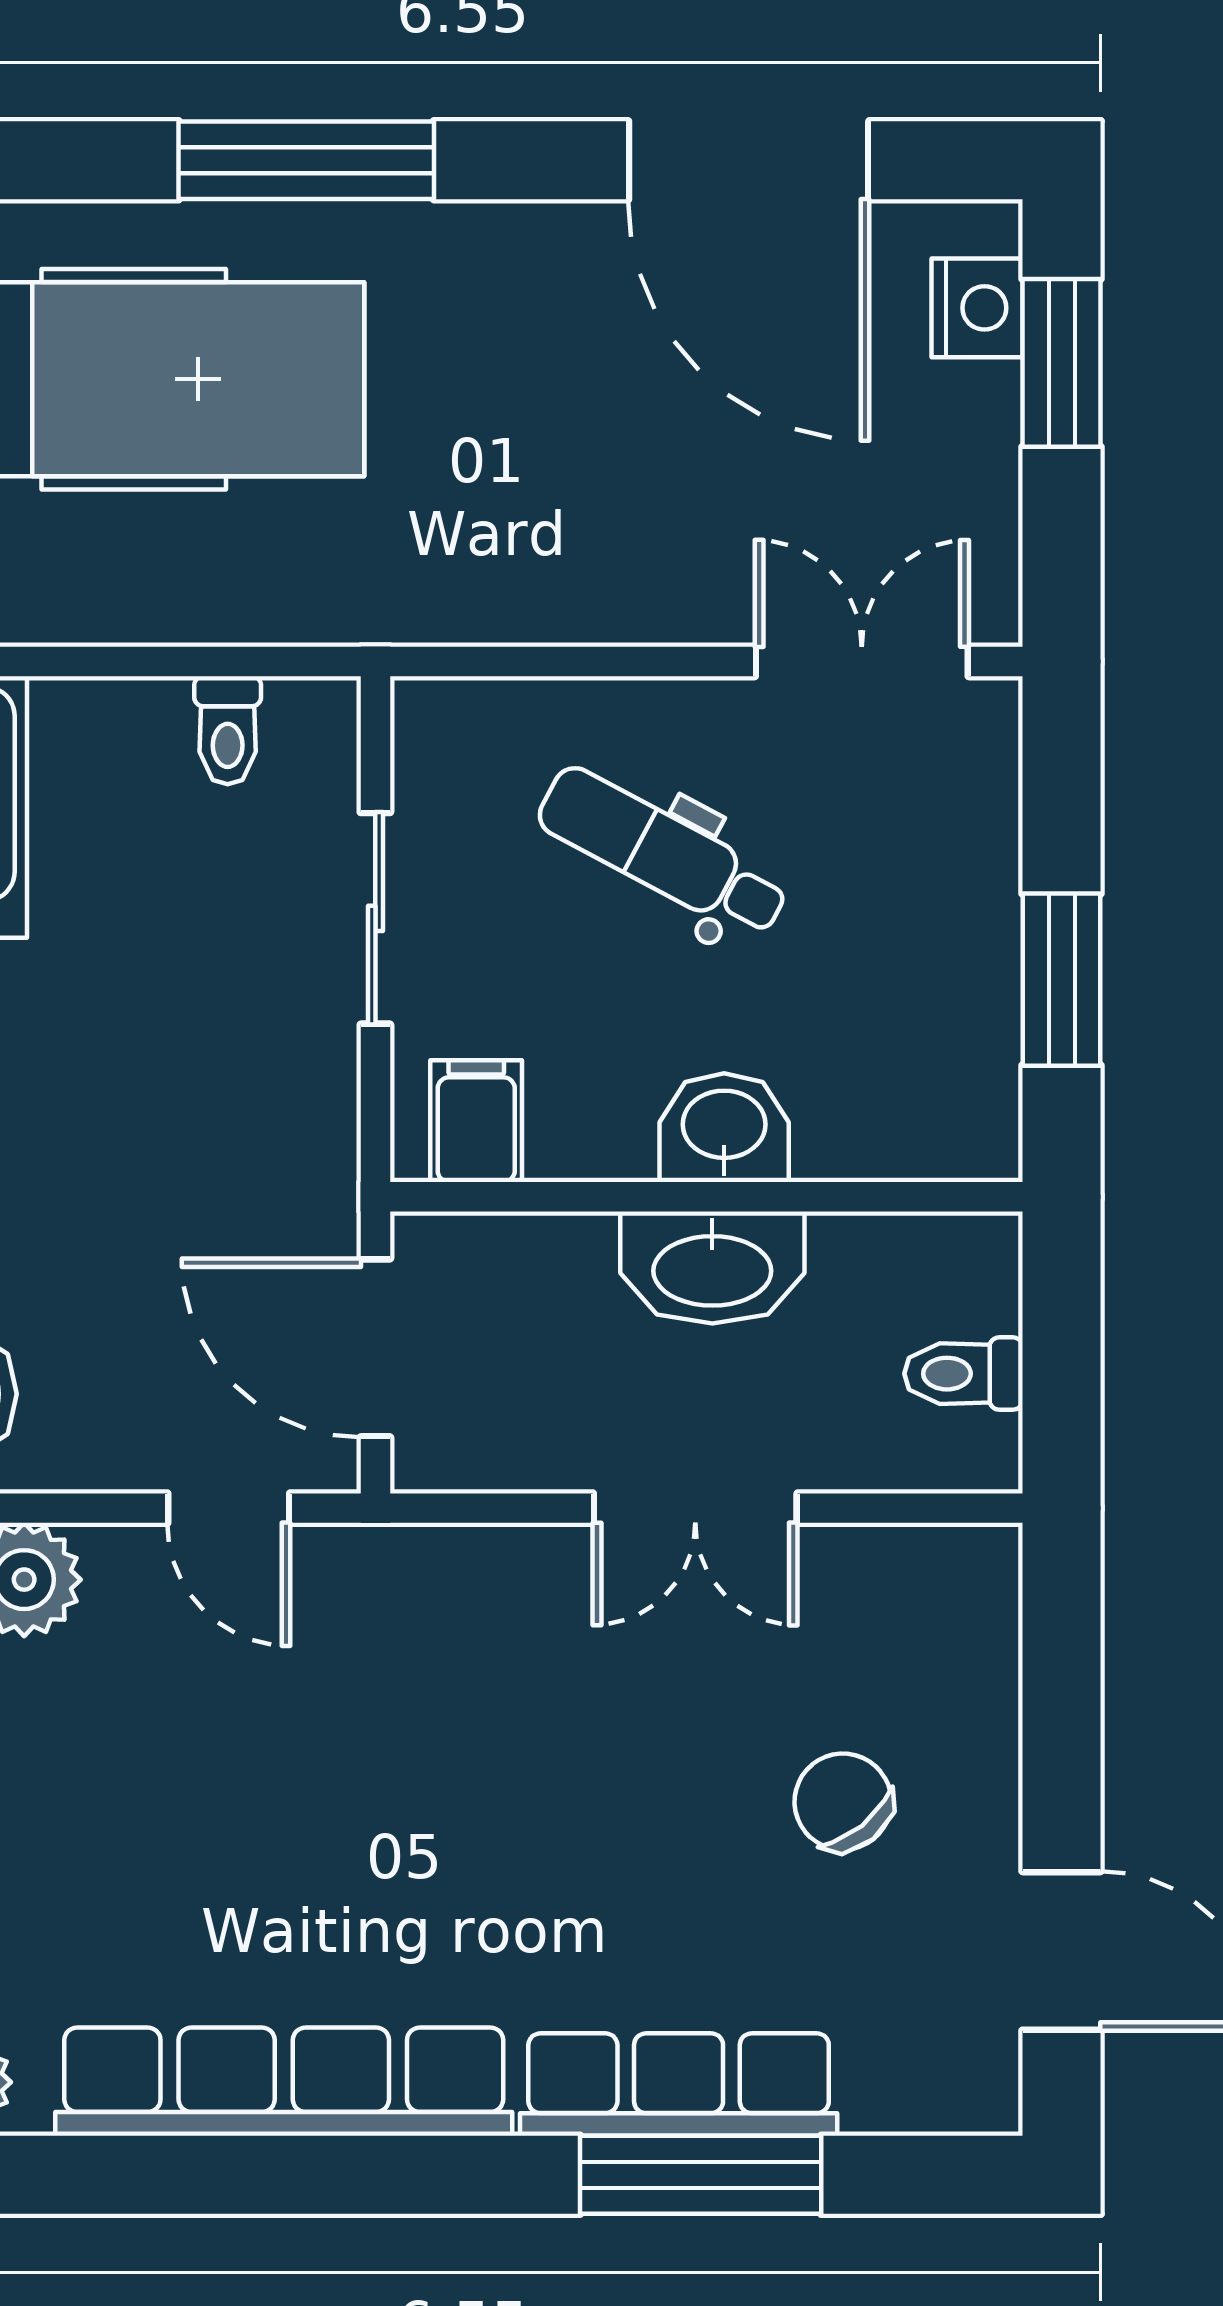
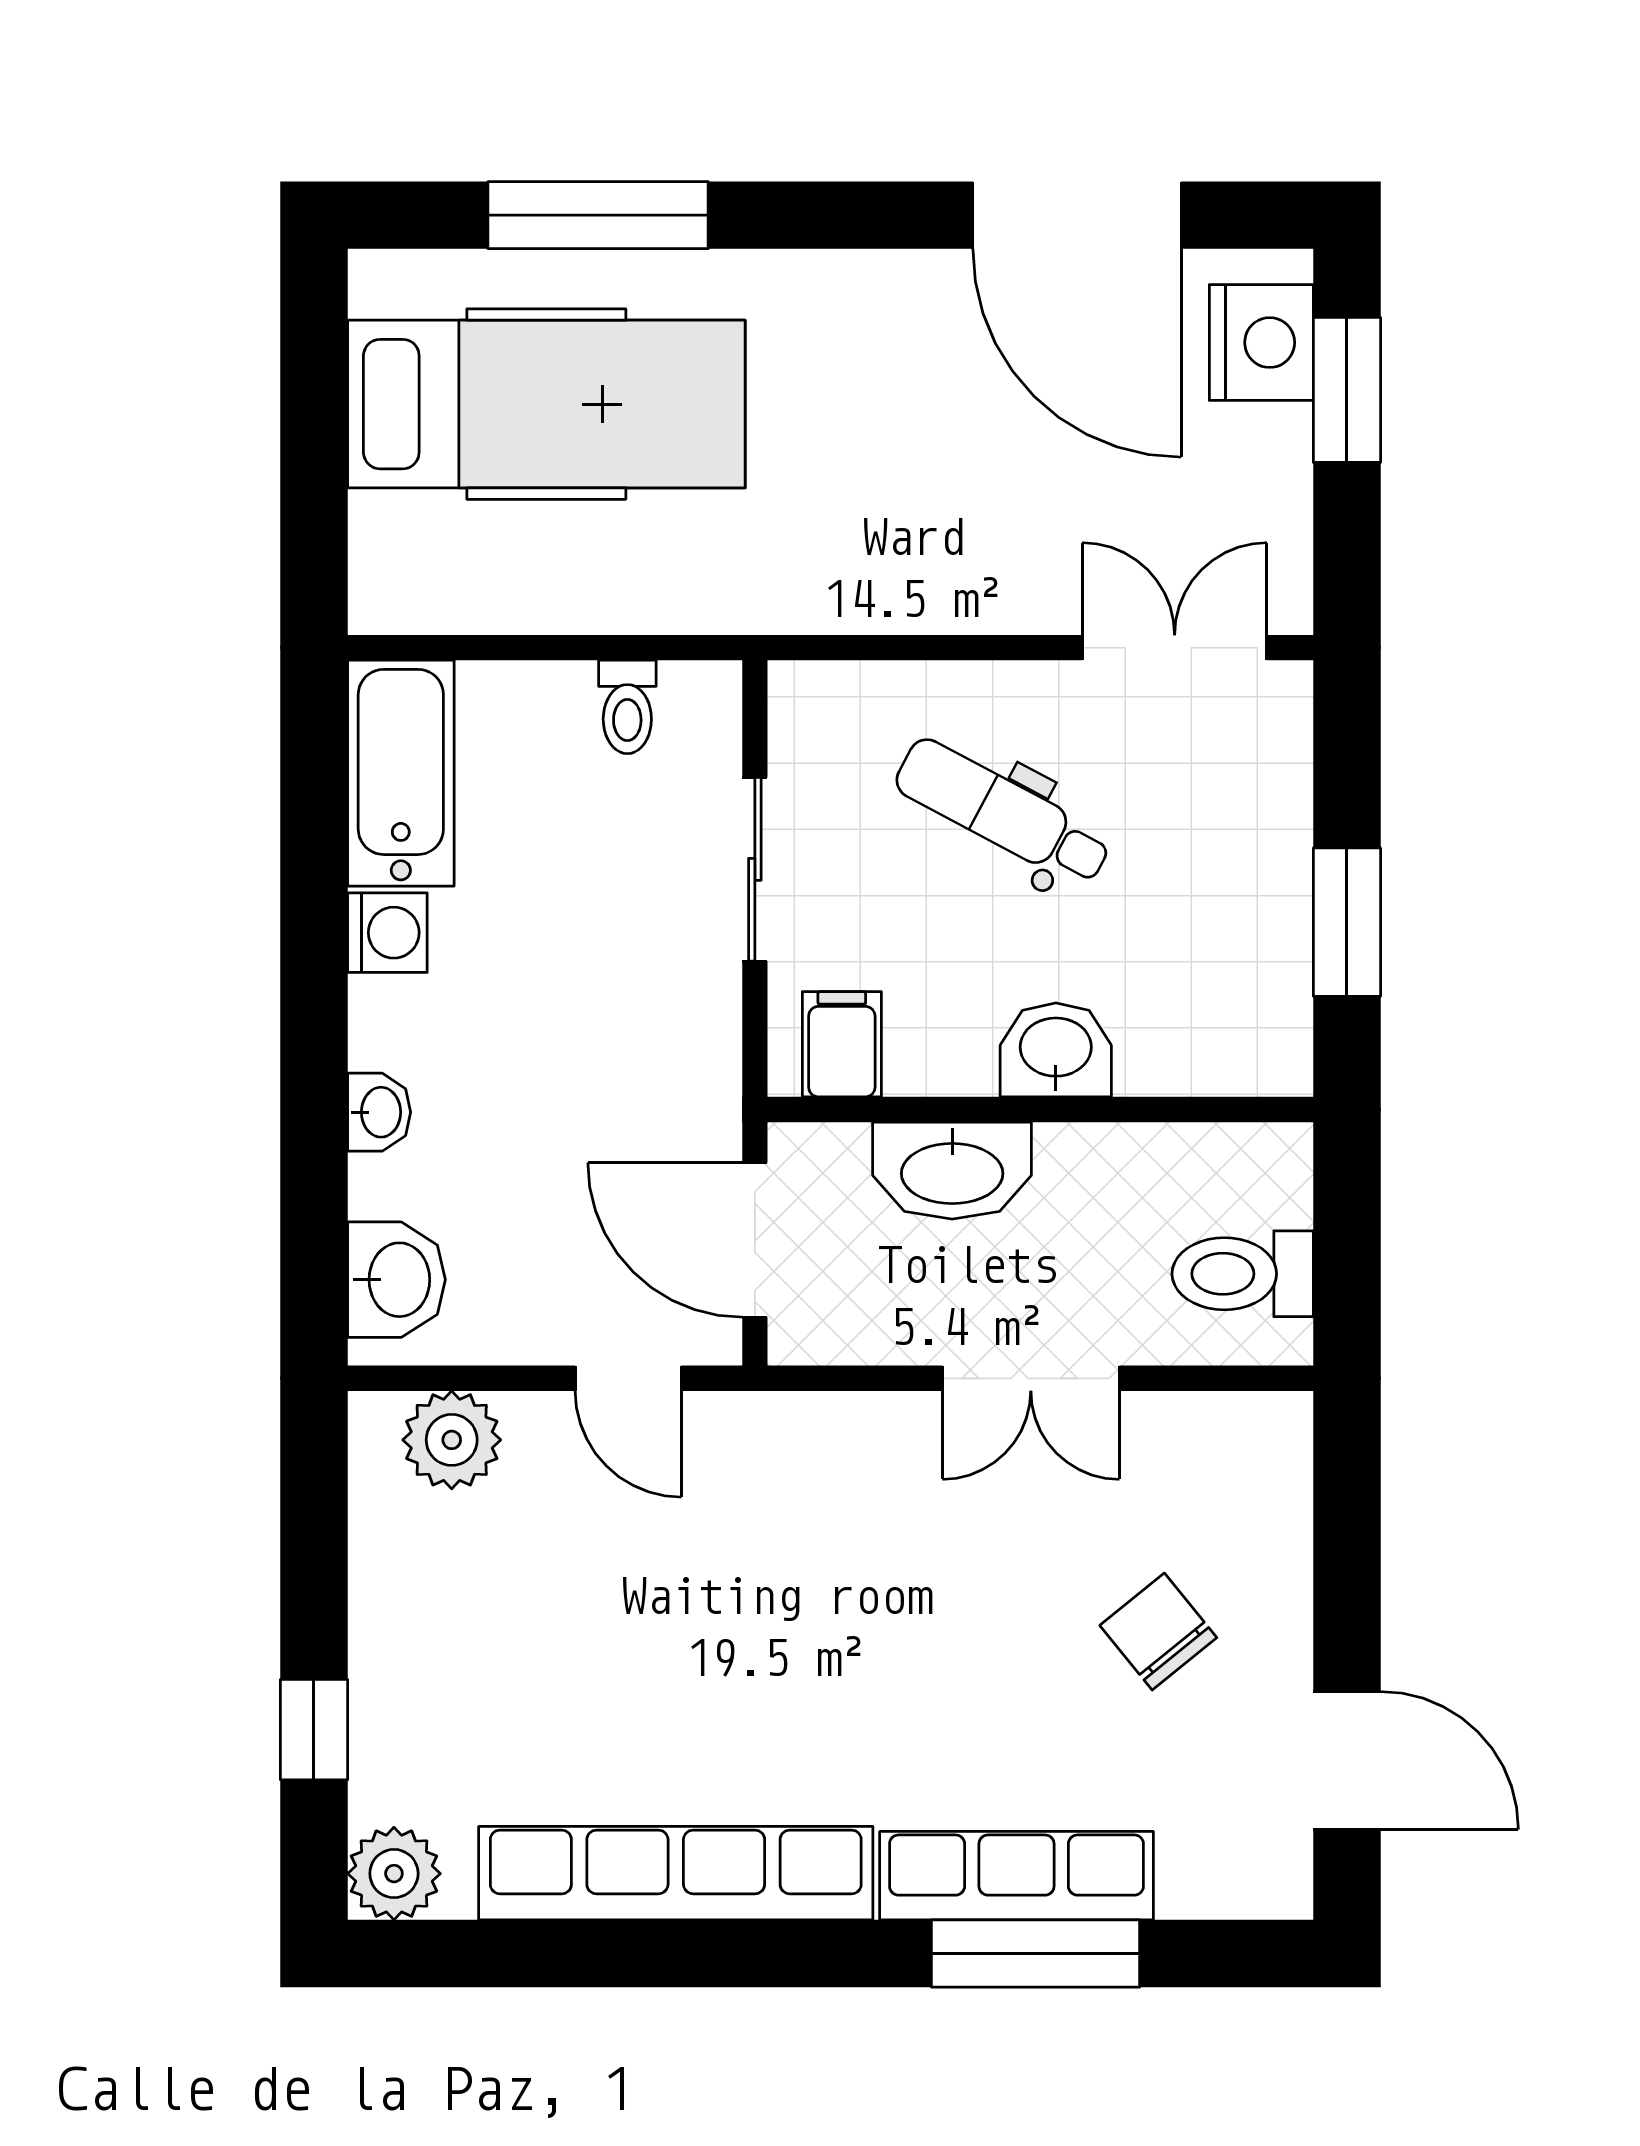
window: (306, 160) -> (598, 215), moved
nightstand: (977, 308) -> (1261, 343), width x1.36, depth x1.33
washbasin: (712, 1268) -> (952, 1171), moved
toilet: (963, 1374) -> (1243, 1274), width x1.37, depth x1.39

